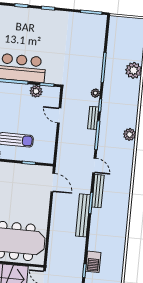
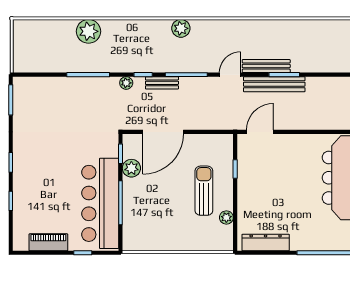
door: (59, 115) -> (163, 132), width x1.88
bench: (83, 215) -> (274, 84), moved

